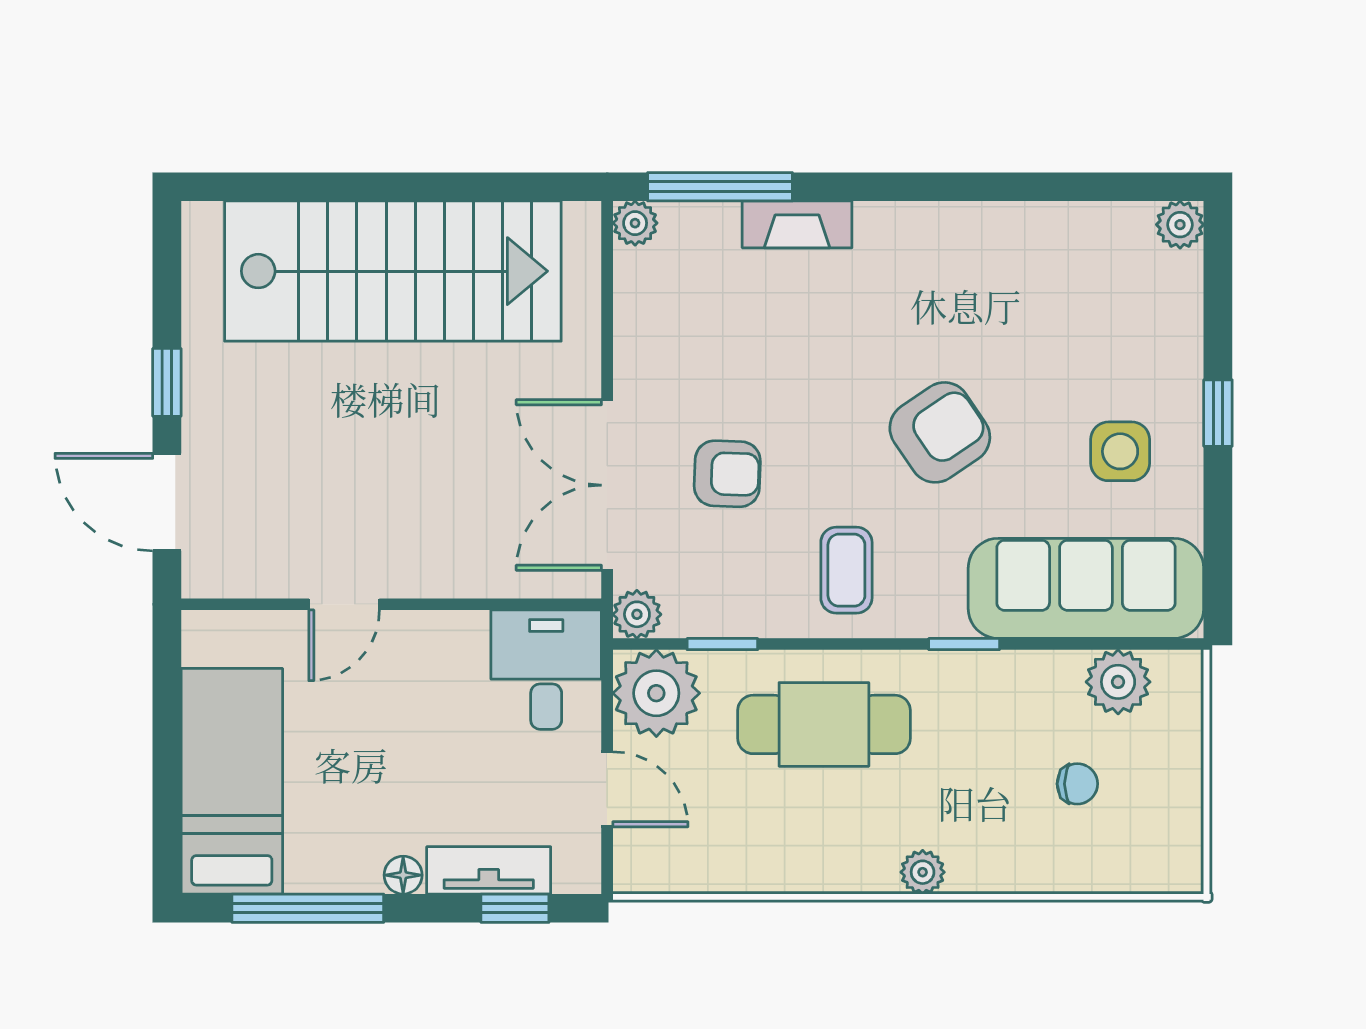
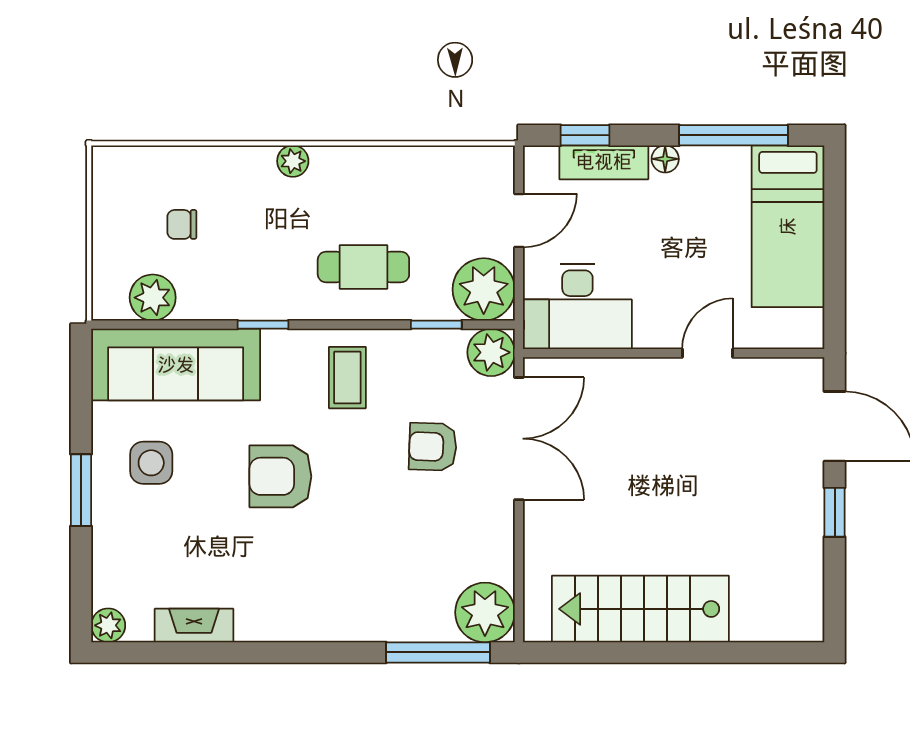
plant: (635, 223) -> (485, 612), width x1.87, depth x1.87
fireplace: (797, 224) -> (194, 626), moved
stairs: (393, 271) -> (640, 609), width x0.73, depth x0.66
window: (1218, 413) -> (81, 490), width x1.50
armchair: (940, 432) -> (280, 476), turned 34
plant: (637, 614) -> (491, 352), width x1.38, depth x1.38
desk: (546, 670) -> (577, 306), width x1.37
cafe table: (824, 724) -> (363, 267), width x0.73, depth x0.74
door: (607, 789) -> (519, 220), swing flipped

